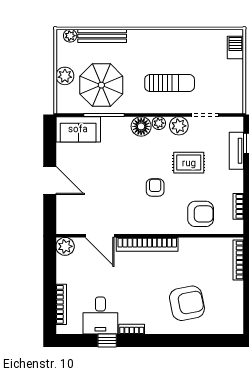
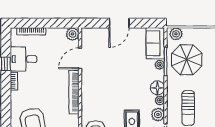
plant: (65, 76) -> (176, 34), moved
plant: (108, 123) -> (160, 65), added
armchair: (155, 187) -> (114, 98), removed

